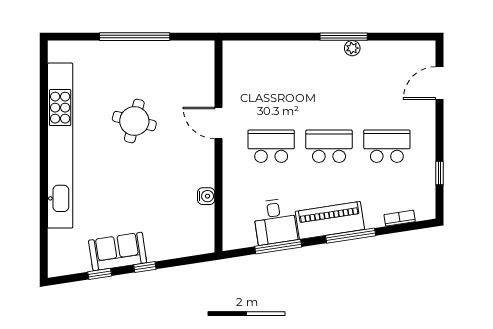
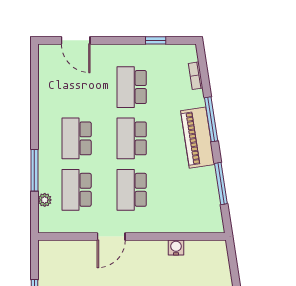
window: (344, 37) -> (34, 170), moved
plant: (352, 48) -> (45, 200), moved
school desk: (271, 84) -> (77, 190), added
school desk: (329, 84) -> (77, 138), added
desk: (275, 221) -> (199, 186), removed

